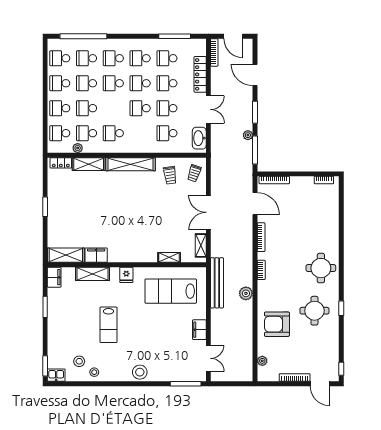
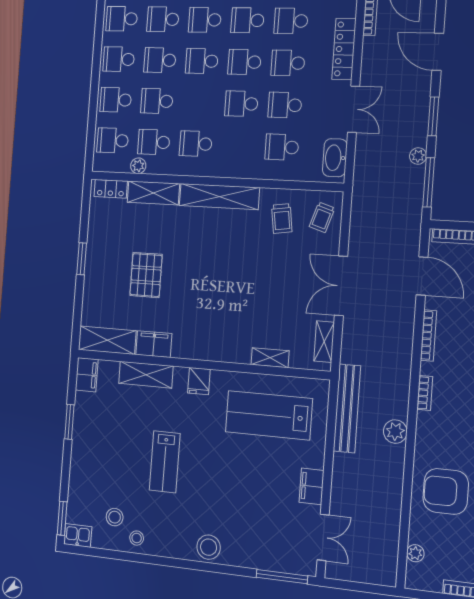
pallet: (88, 214) -> (146, 275), added

